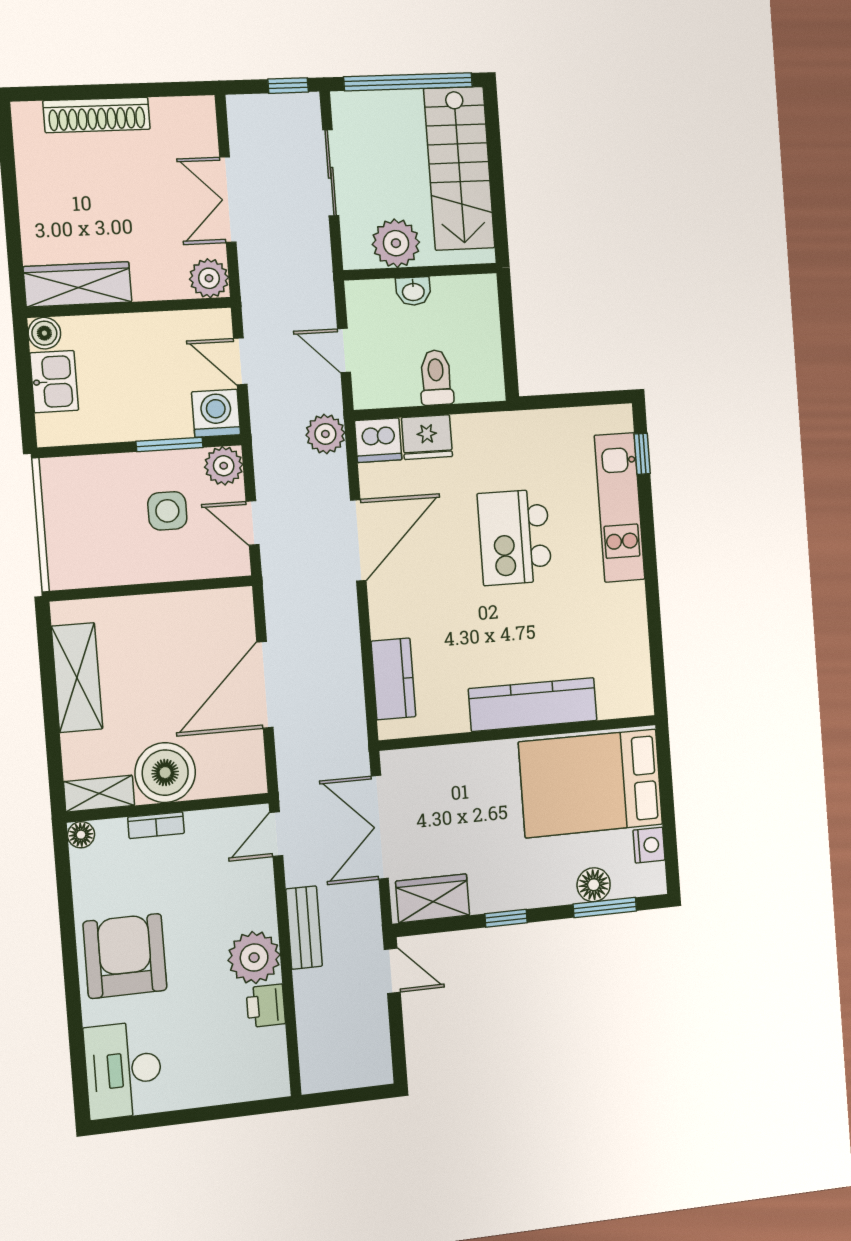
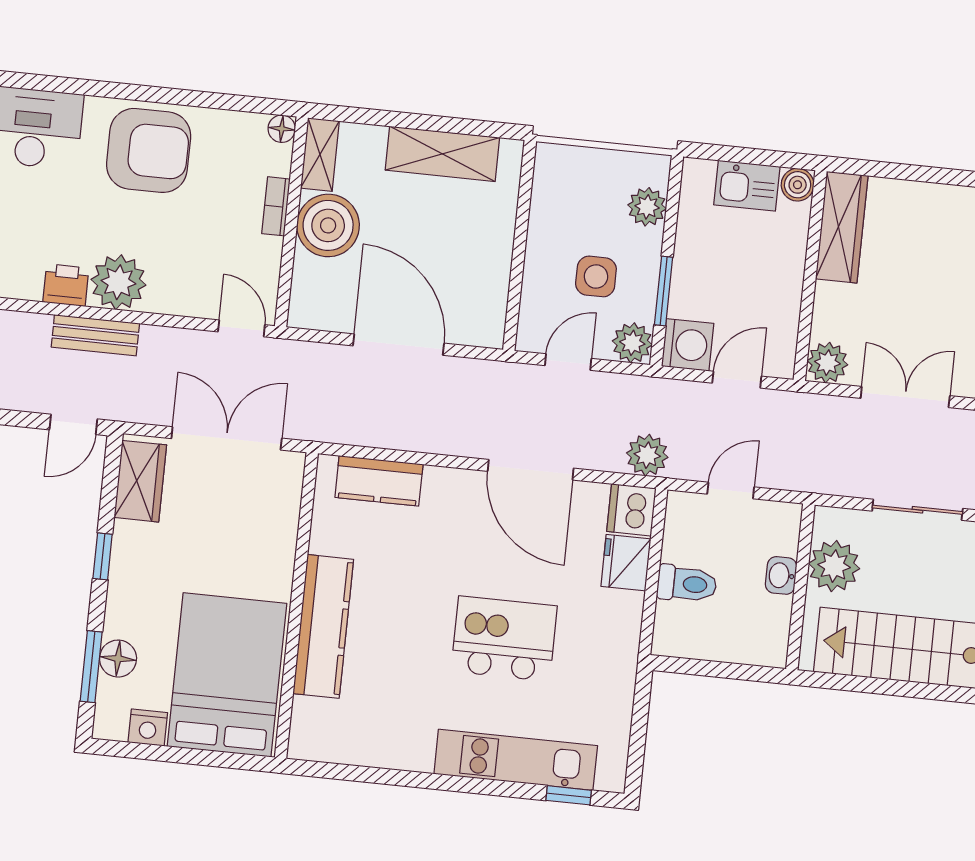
plant: (92, 474) -> (647, 207), added
bench: (304, 928) -> (95, 335), moved

